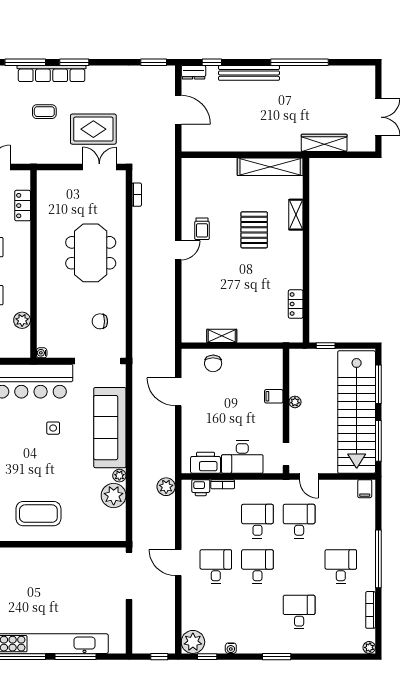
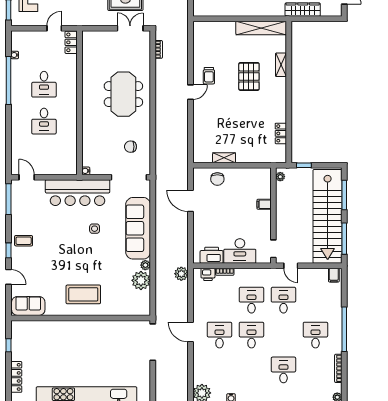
locker: (23, 206) -> (71, 42), moved
plant: (22, 320) -> (71, 146), removed
plant: (295, 402) -> (280, 177), moved

